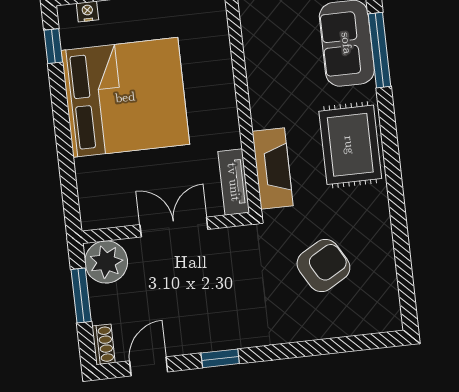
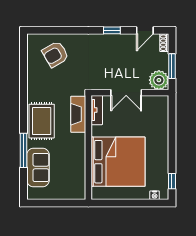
window: (379, 50) -> (23, 150), moved
bed: (125, 97) -> (118, 162), moved, turned 180
armchair: (323, 265) -> (55, 54), moved

